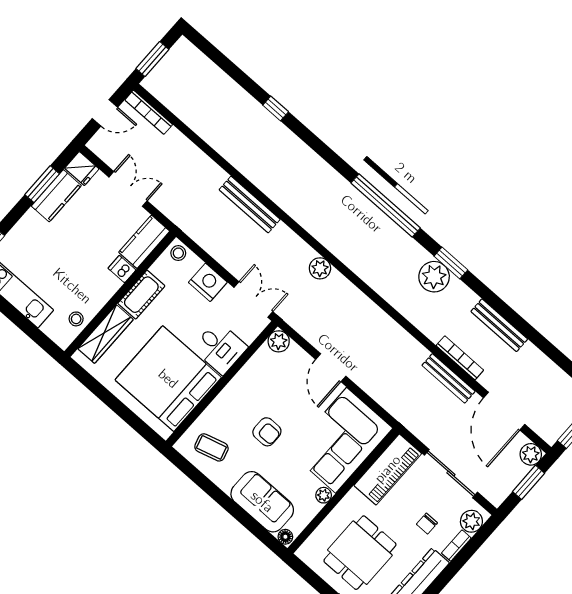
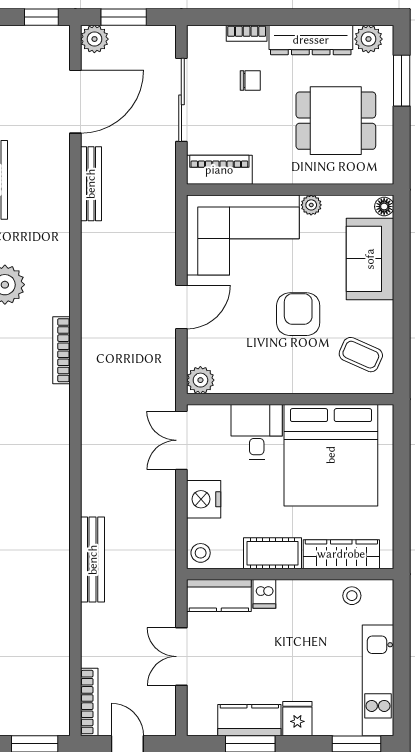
fridge: (82, 169) -> (297, 719), moved
bench: (250, 205) -> (93, 560), moved
plant: (320, 268) -> (94, 402), removed
bookcase: (460, 358) -> (61, 350), moved
armchair: (267, 432) -> (298, 314), width x1.38, depth x1.38
coffee table: (211, 447) -> (361, 355), turned -50
piano: (388, 469) -> (219, 170), width x0.73, depth x0.75
plant: (471, 521) -> (210, 39), removed

